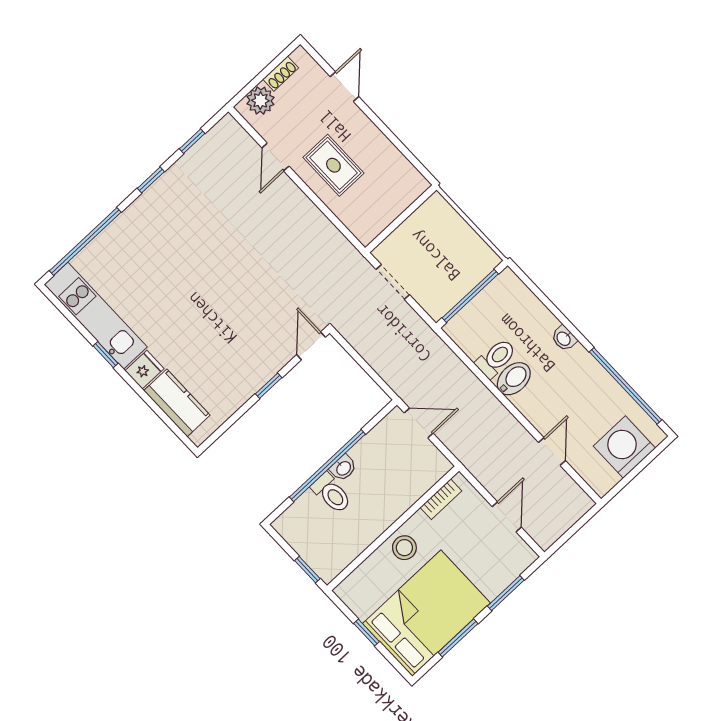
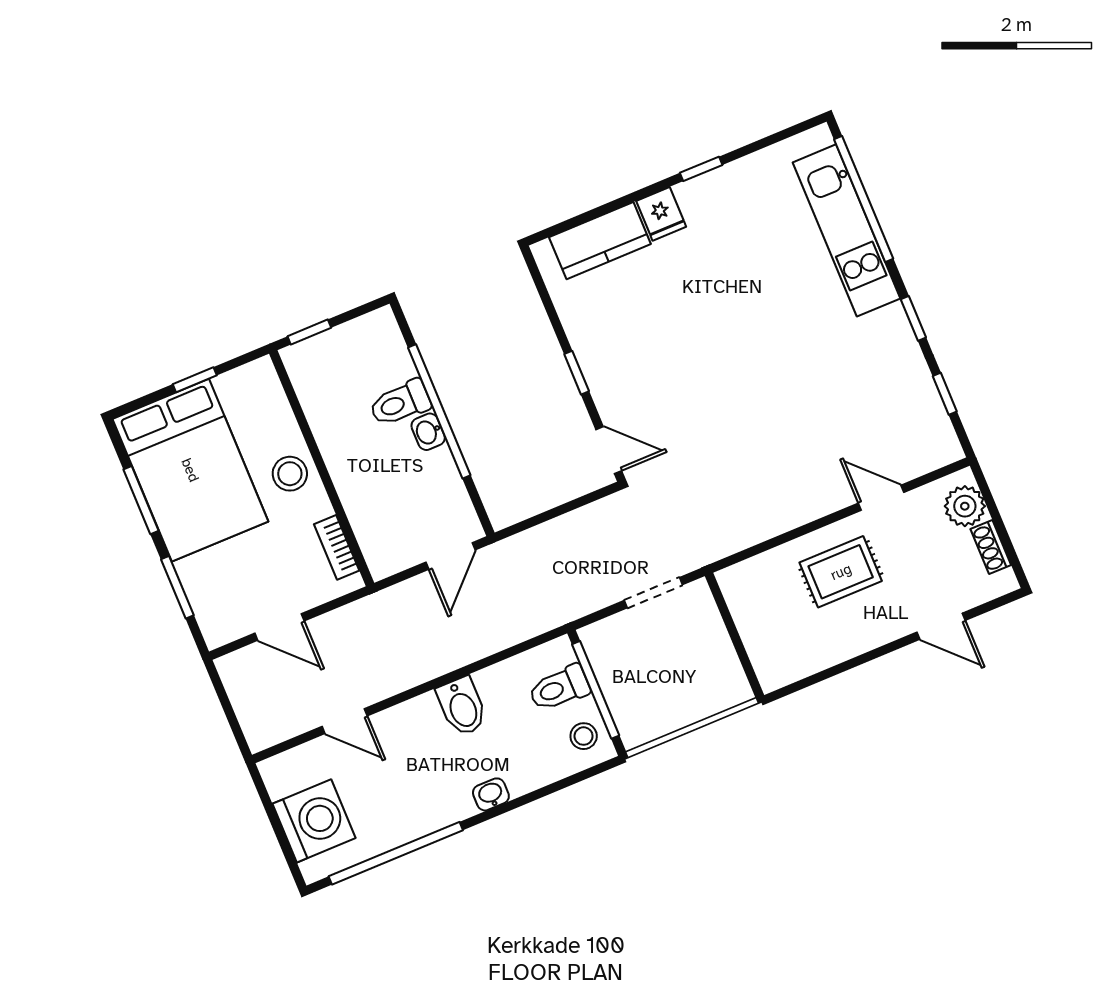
stool: (503, 292) -> (584, 736), added
kitchen unit: (96, 316) -> (846, 230), moved, turned 90
toilet: (496, 358) -> (559, 688), moved, turned 90

